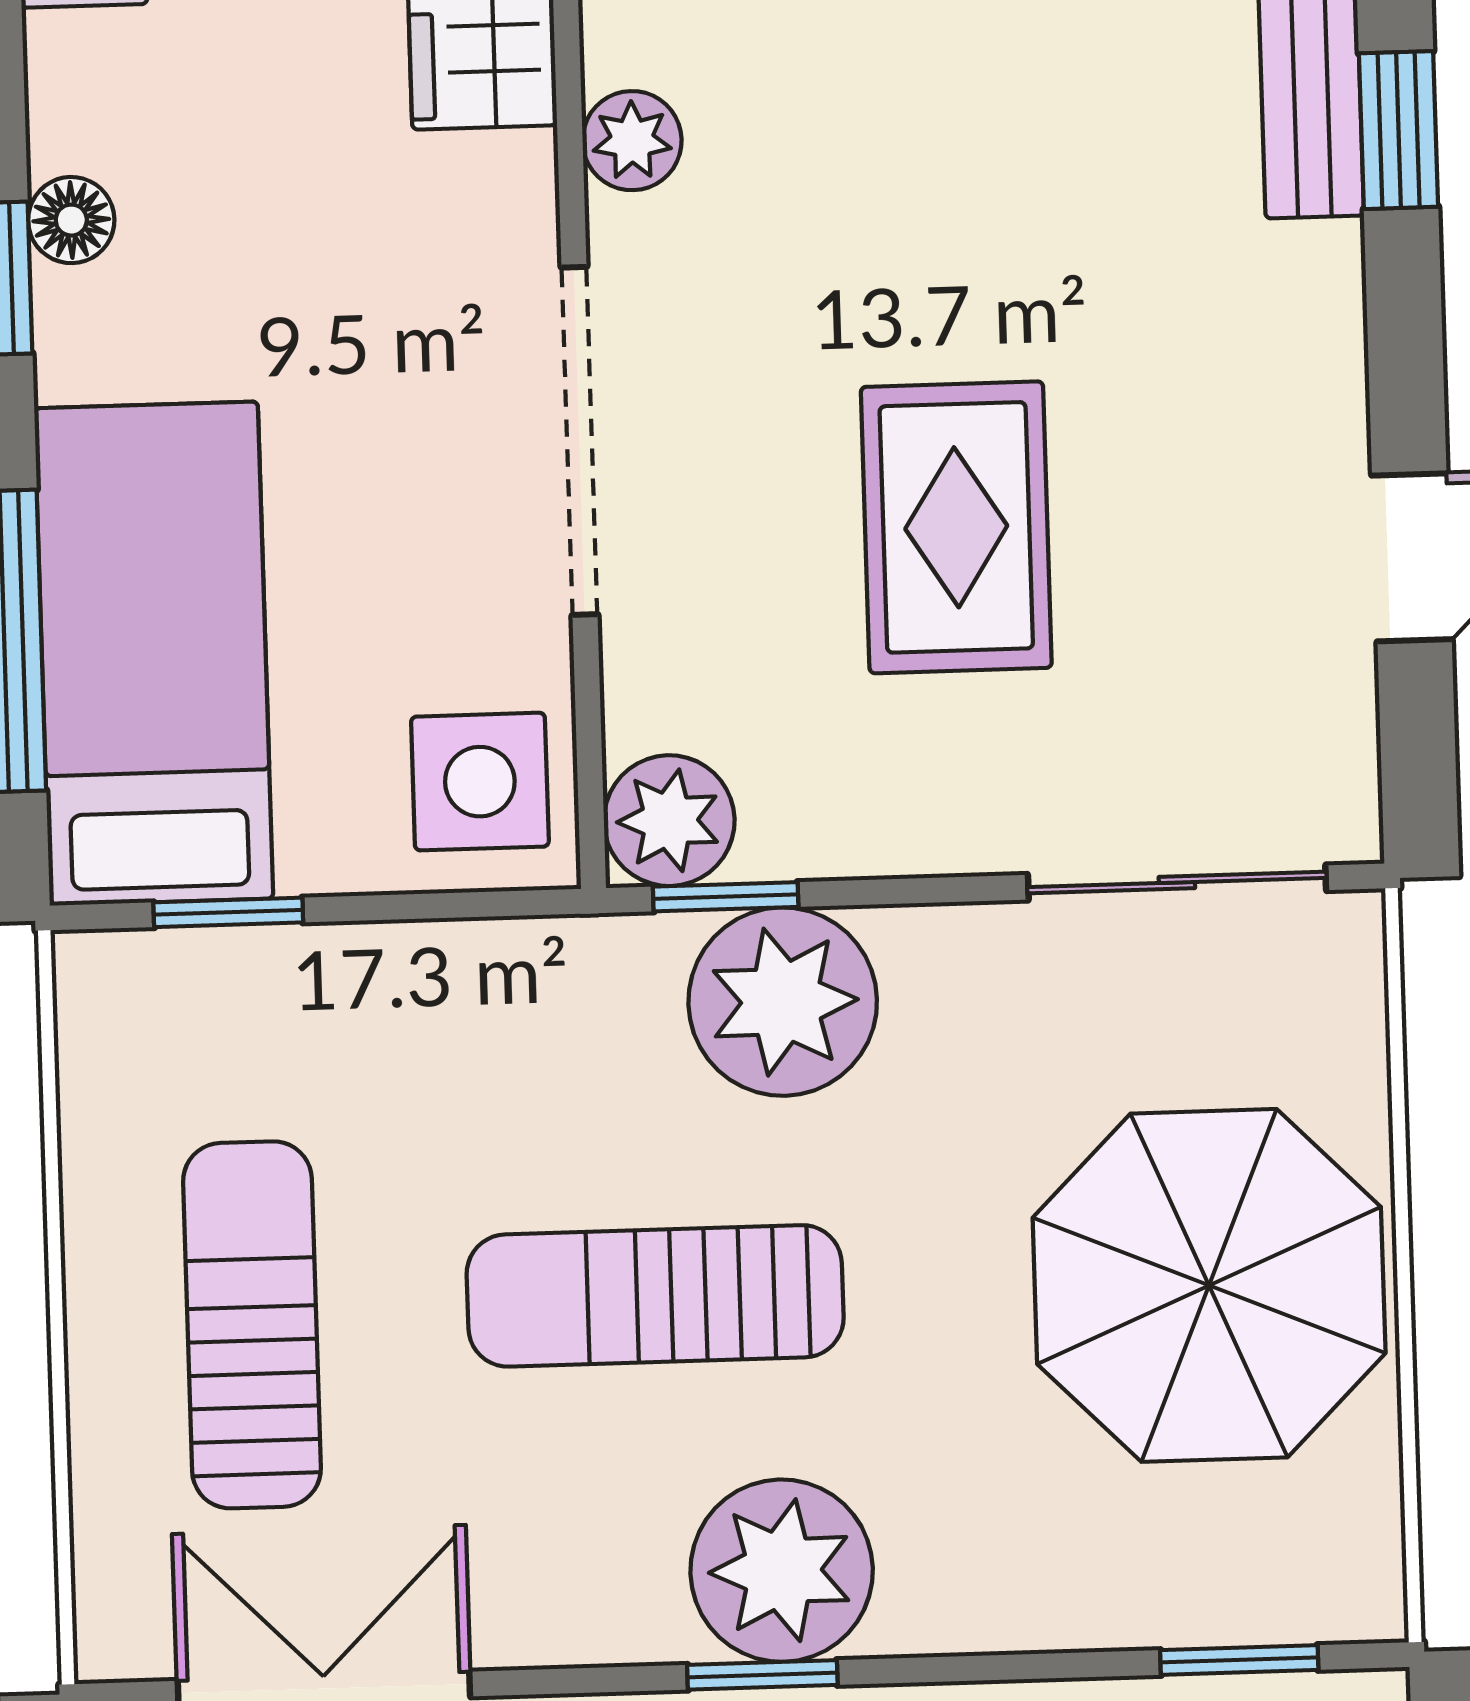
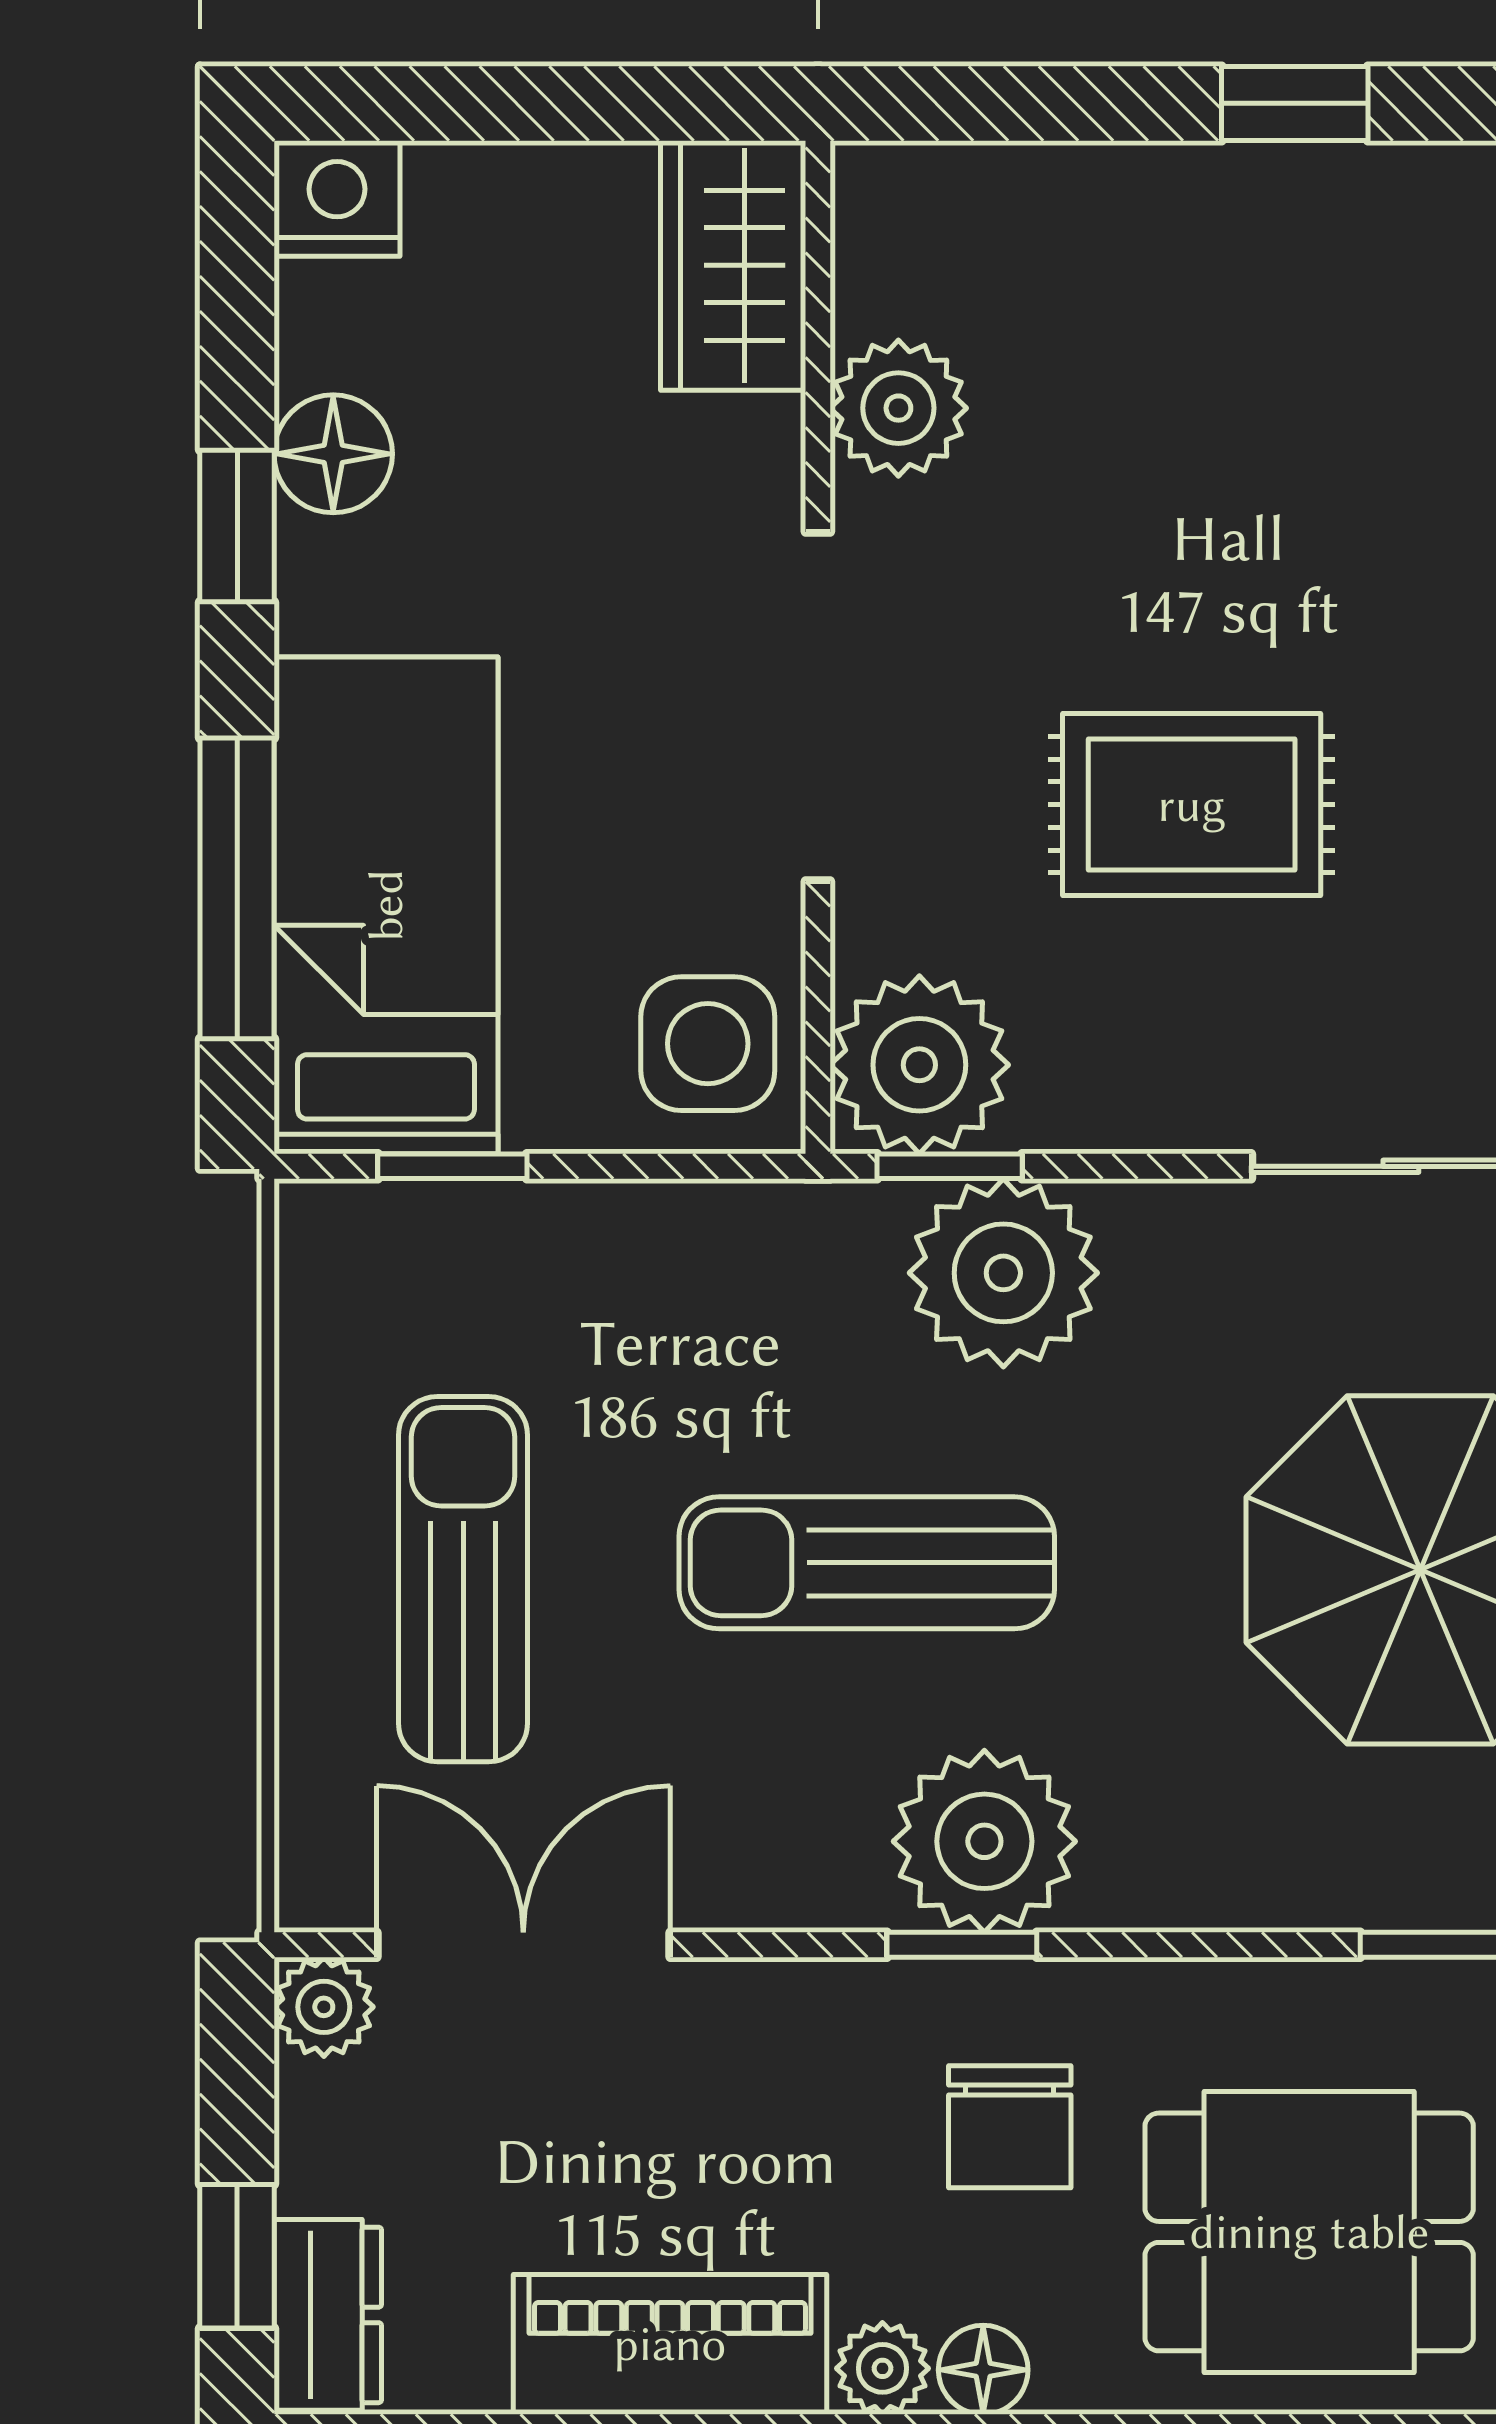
plant: (632, 141) -> (898, 408), width x1.38, depth x1.38
floor lamp: (71, 220) -> (333, 454), width x1.37, depth x1.37
rug: (956, 527) -> (1192, 805), turned 90
plant: (669, 821) -> (919, 1065), width x1.36, depth x1.36

